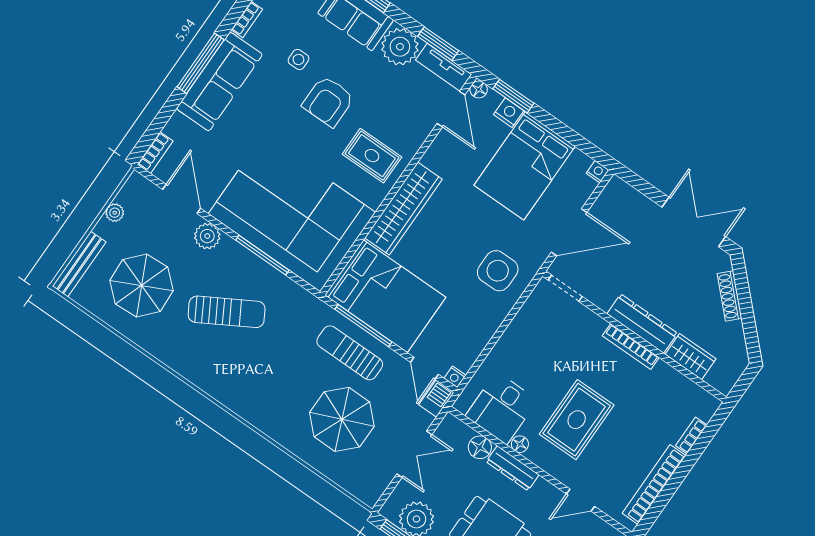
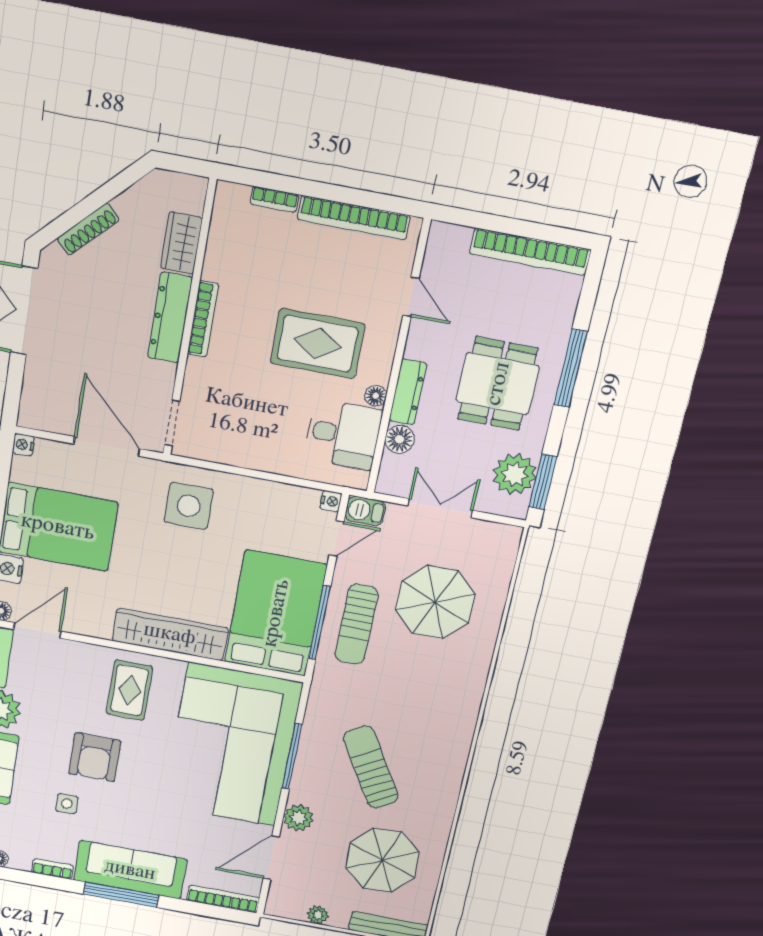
armchair: (328, 101) -> (95, 757), turned 90
bookcase: (155, 153) -> (223, 899), width x1.56

